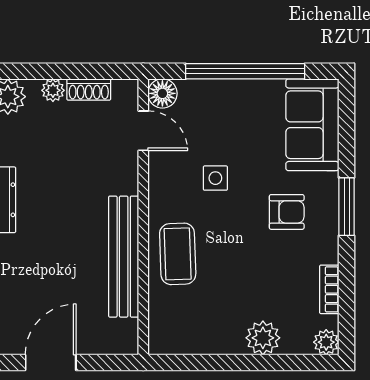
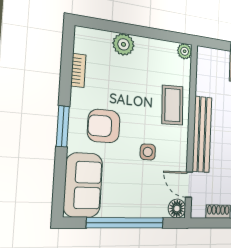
armchair: (287, 212) -> (104, 126), width x1.38, depth x1.38
bench: (124, 257) -> (202, 134), moved
plant: (326, 342) -> (185, 51), moved

